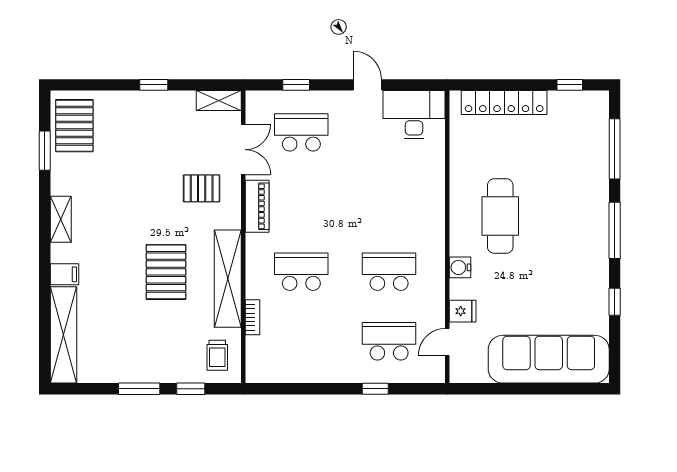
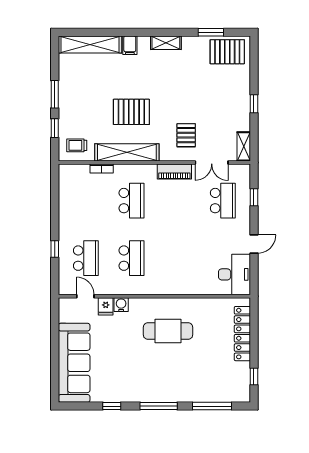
water cooler: (460, 267) -> (121, 305), moved

